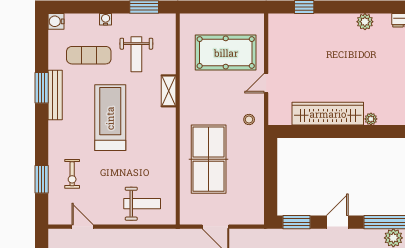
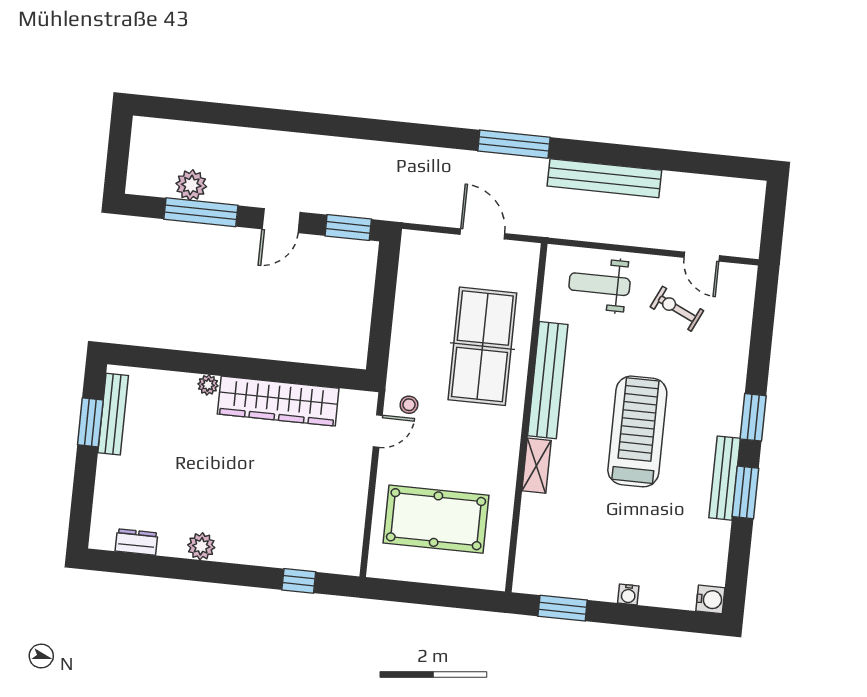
weight bench: (136, 54) -> (584, 531), removed
exercise mat: (89, 55) -> (662, 538), removed
door: (266, 83) -> (378, 431), moved
treadmill: (110, 118) -> (637, 431), turned 180
bench: (167, 143) -> (548, 380), added
exercise bike: (72, 174) -> (677, 309), moved, turned -65
window: (42, 179) -> (753, 417), moved

